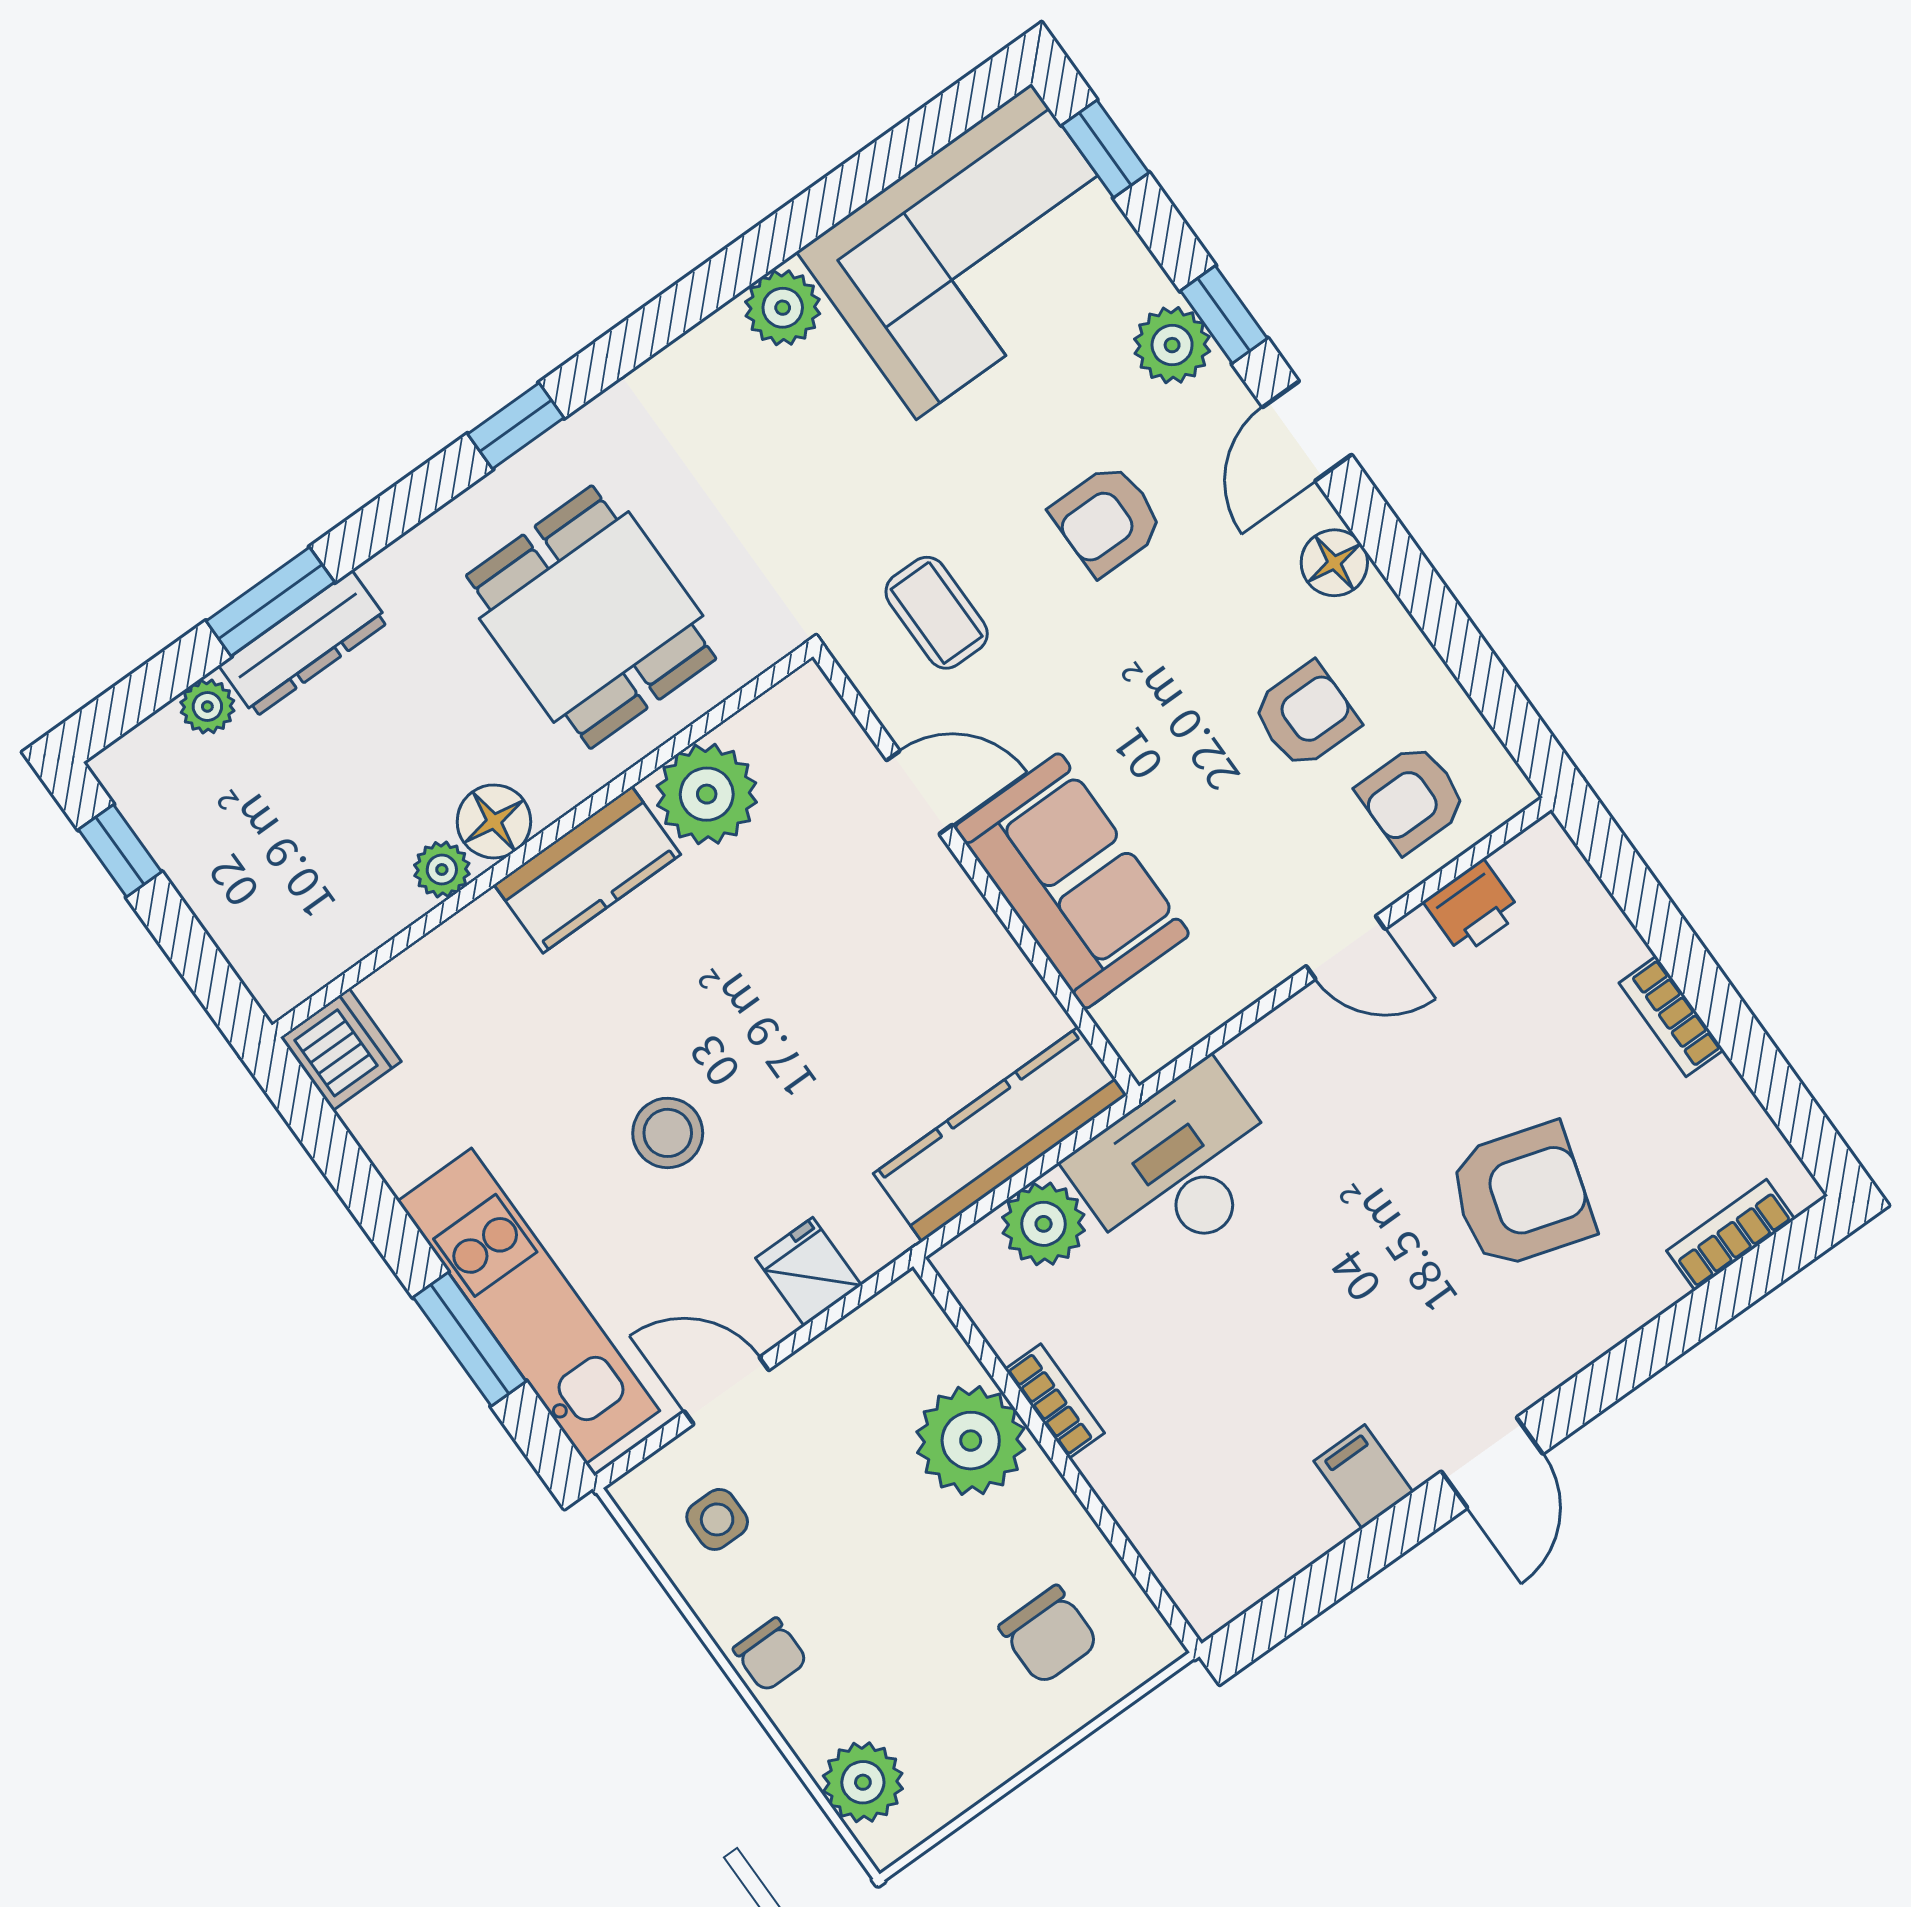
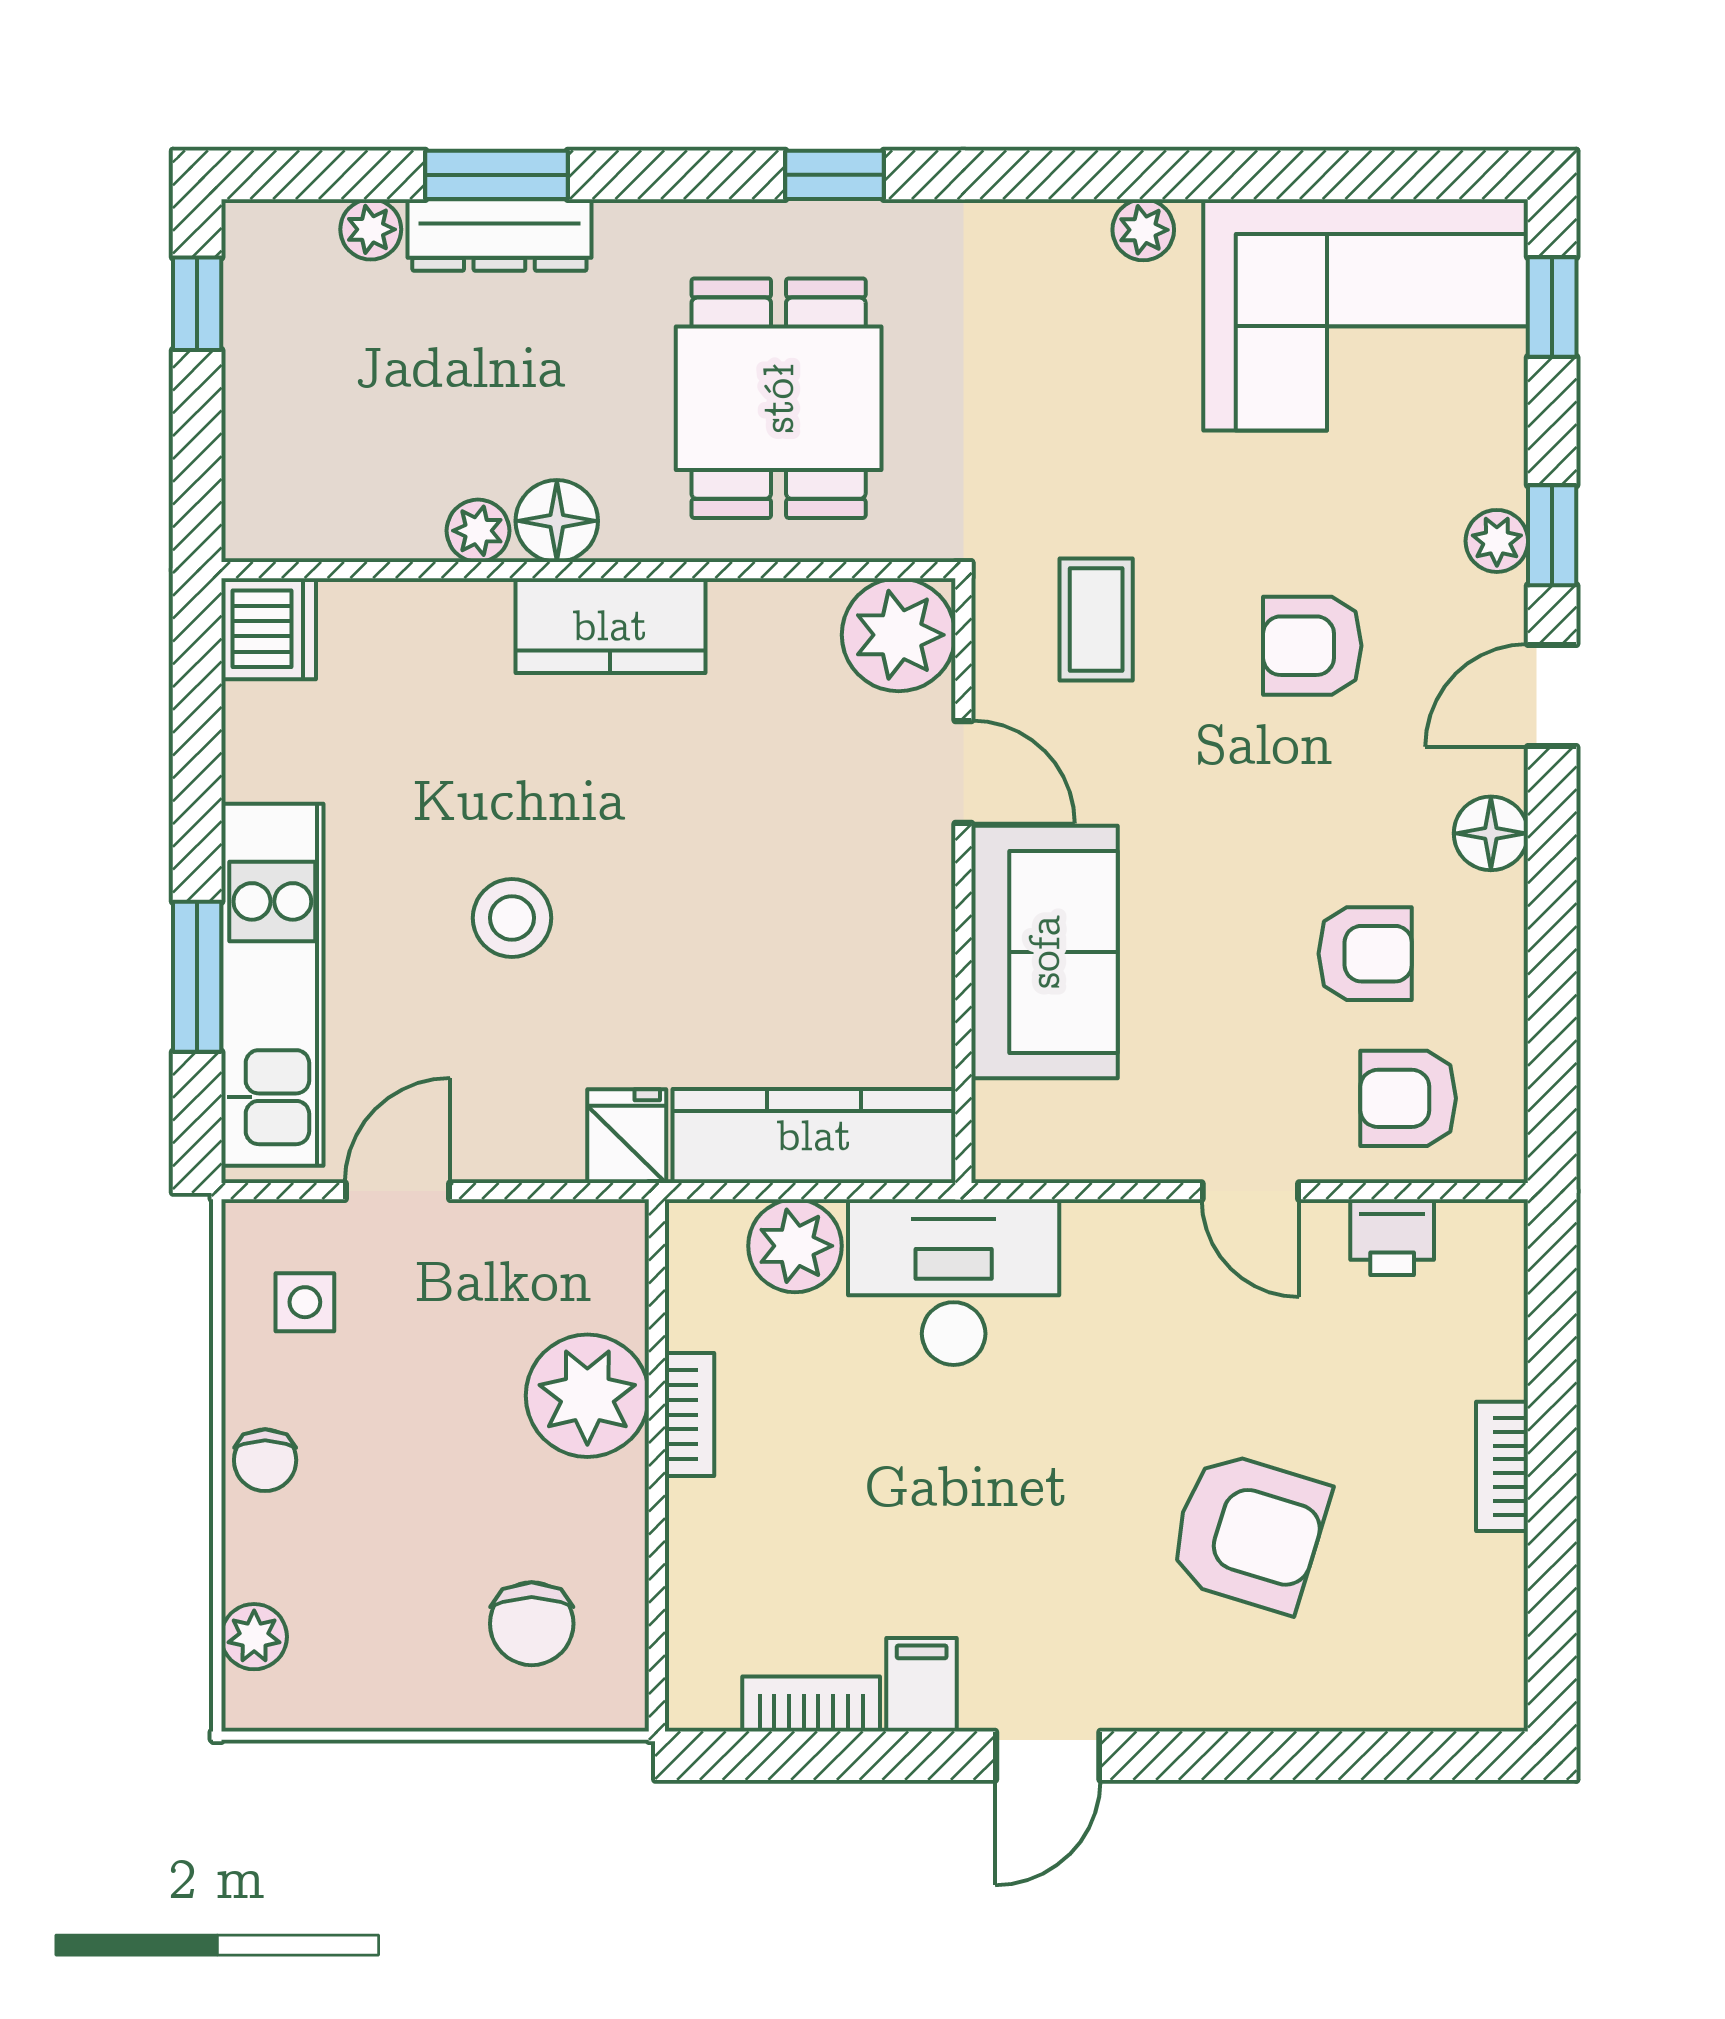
plant: (783, 308) -> (1143, 230), width x0.73, depth x0.73
plant: (1172, 345) -> (1497, 541), width x0.73, depth x0.73
plant: (707, 794) -> (899, 635), moved
bookcase: (1731, 1235) -> (811, 1704), moved
fridge: (808, 1272) -> (627, 1136), moved
door: (727, 1391) -> (397, 1191), hinge flipped
plant: (863, 1782) -> (254, 1637), width x0.73, depth x0.73

